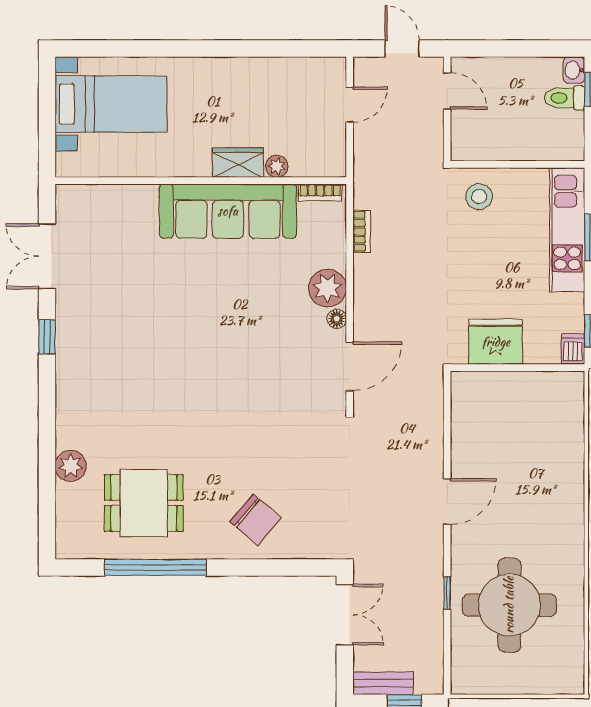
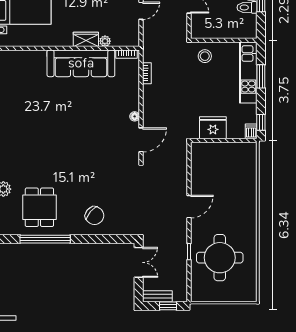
plant: (327, 288) -> (130, 101), removed
dining table: (144, 503) -> (39, 207), turned 90

